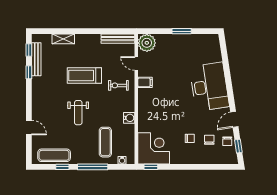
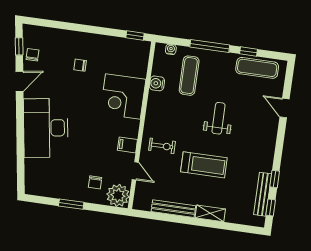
shelving: (63, 39) -> (210, 213), moved
bench: (118, 39) -> (173, 209), moved
water cooler: (129, 118) -> (157, 83), moved
chair: (209, 140) -> (95, 182), moved
corner desk: (154, 148) -> (123, 97), moved

